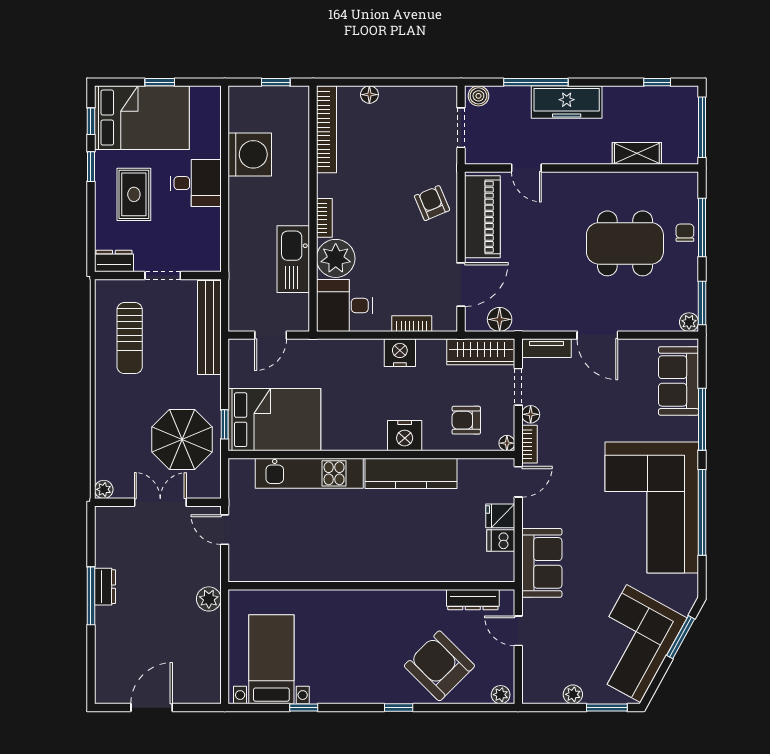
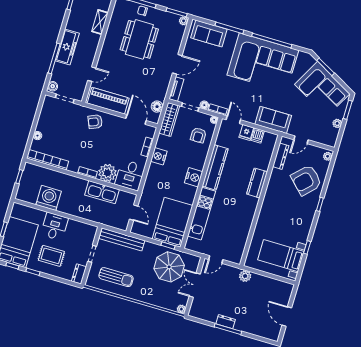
nightstand: (405, 436) -> (194, 177), moved
kitchen counter: (404, 568) -> (257, 183), added

